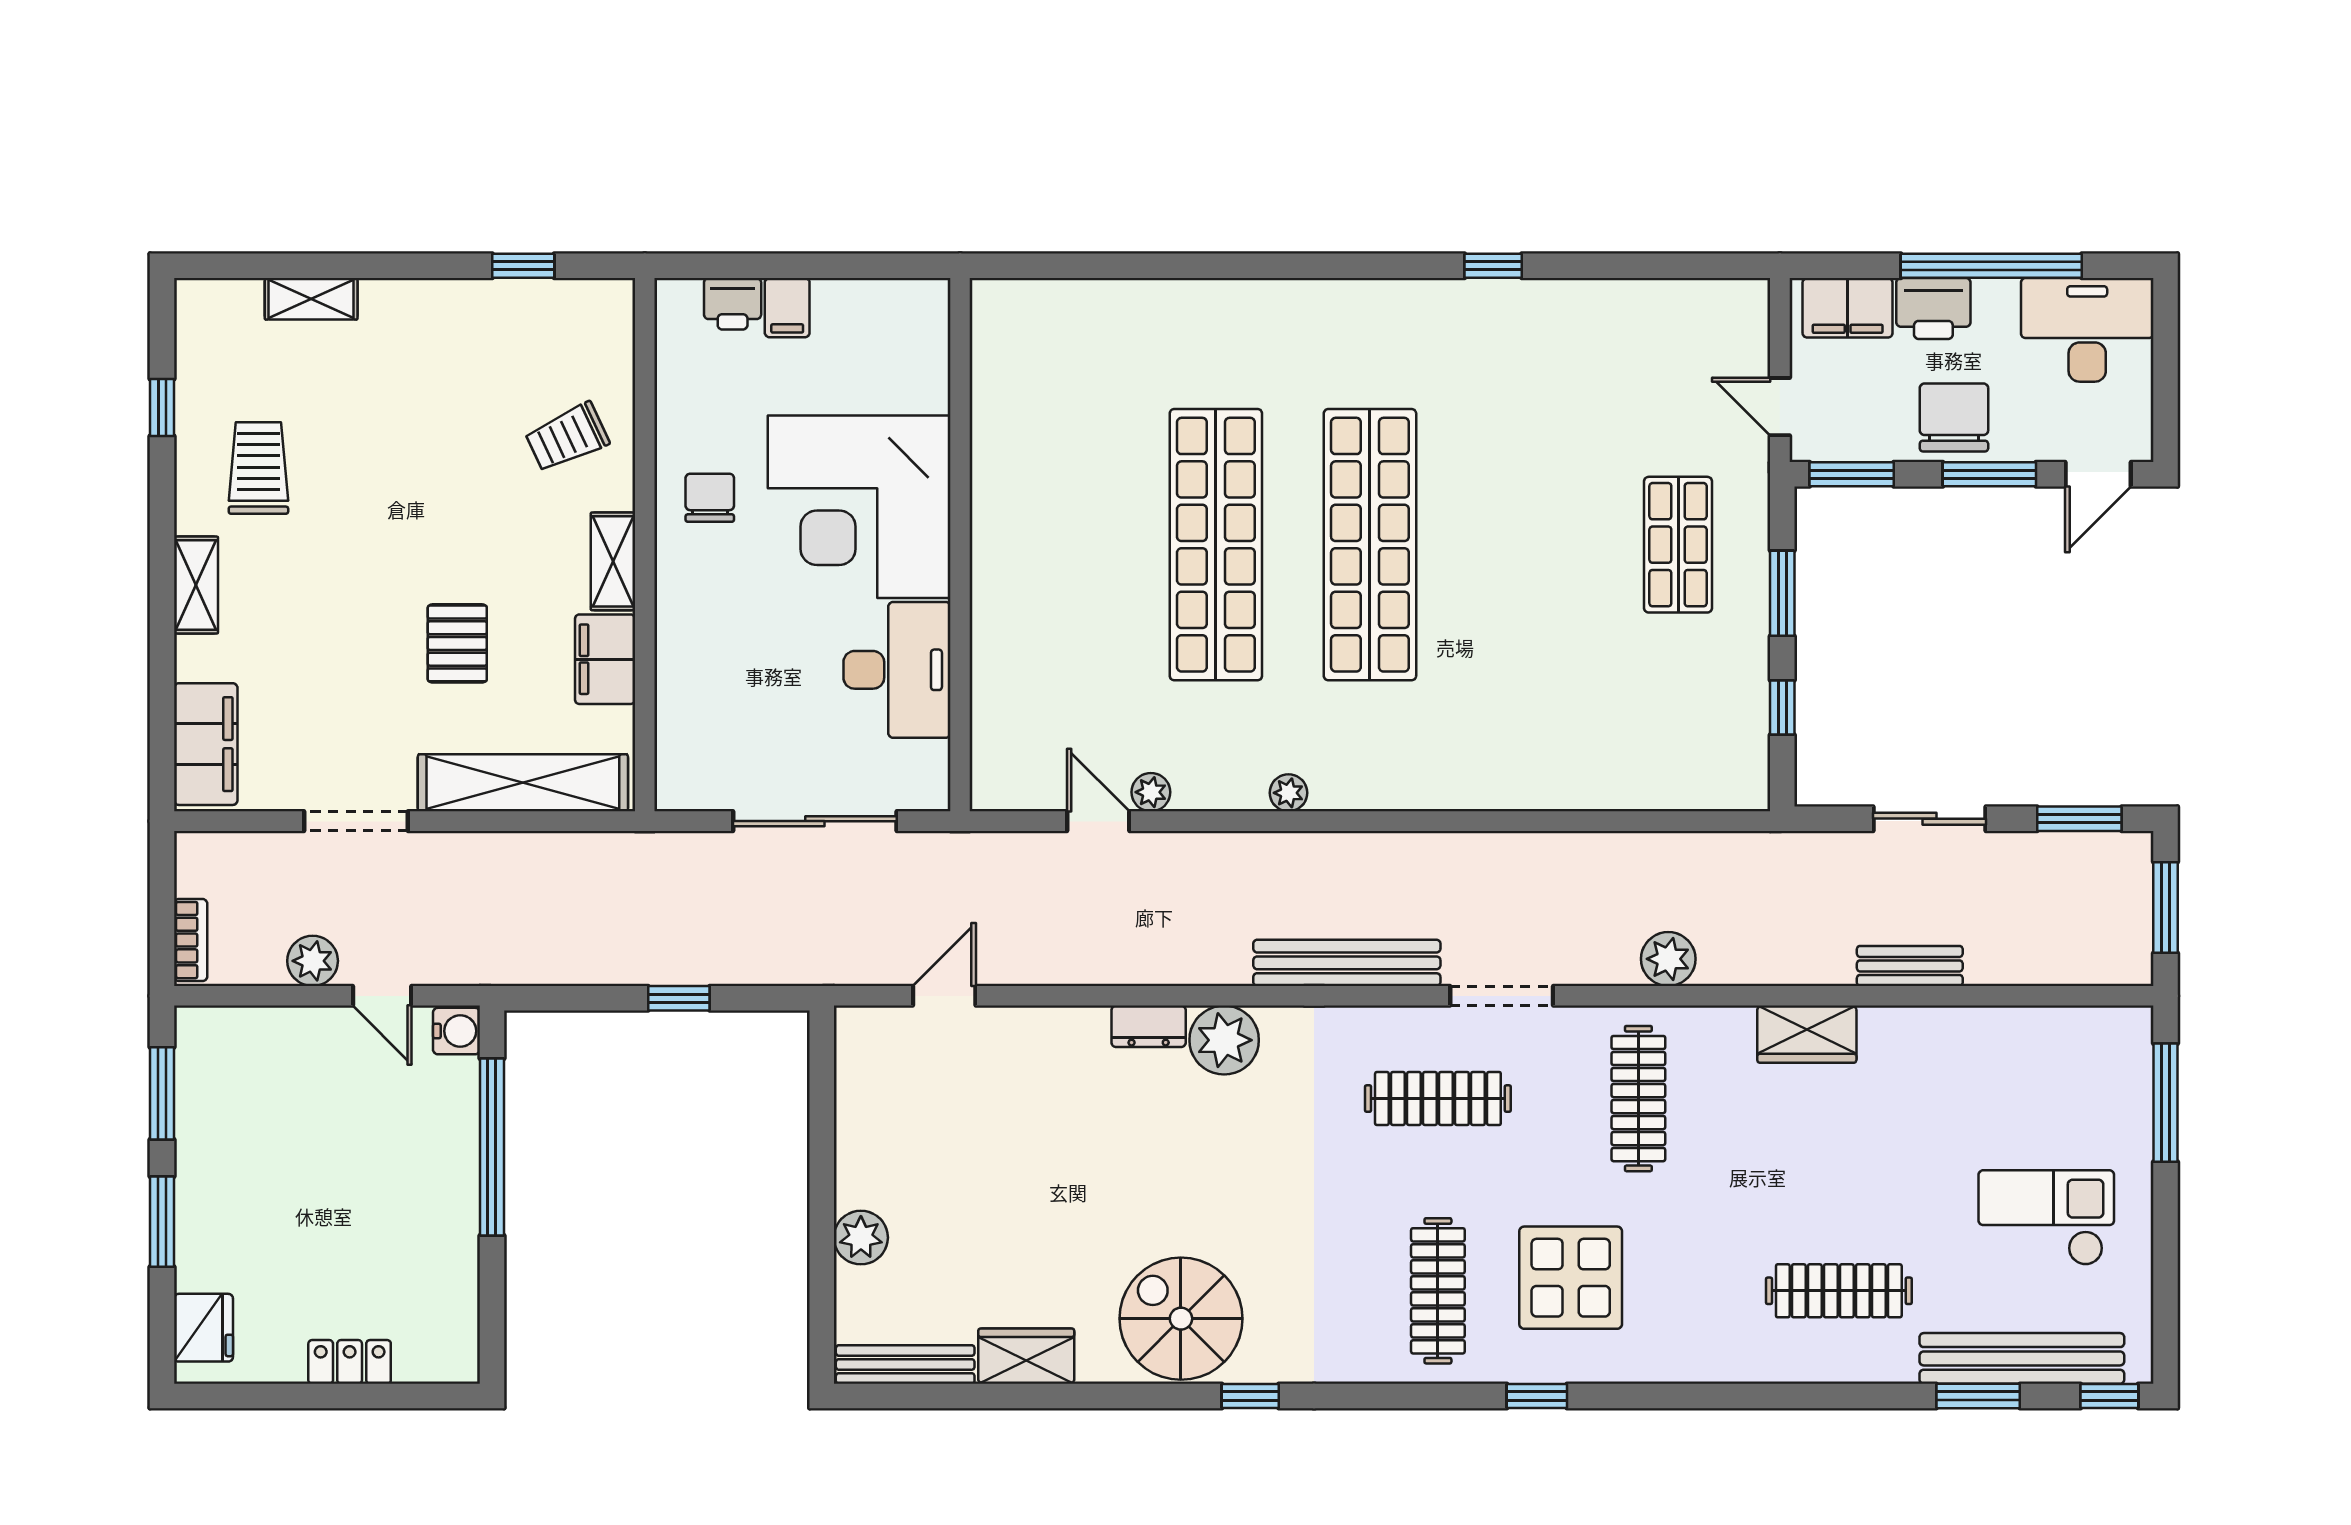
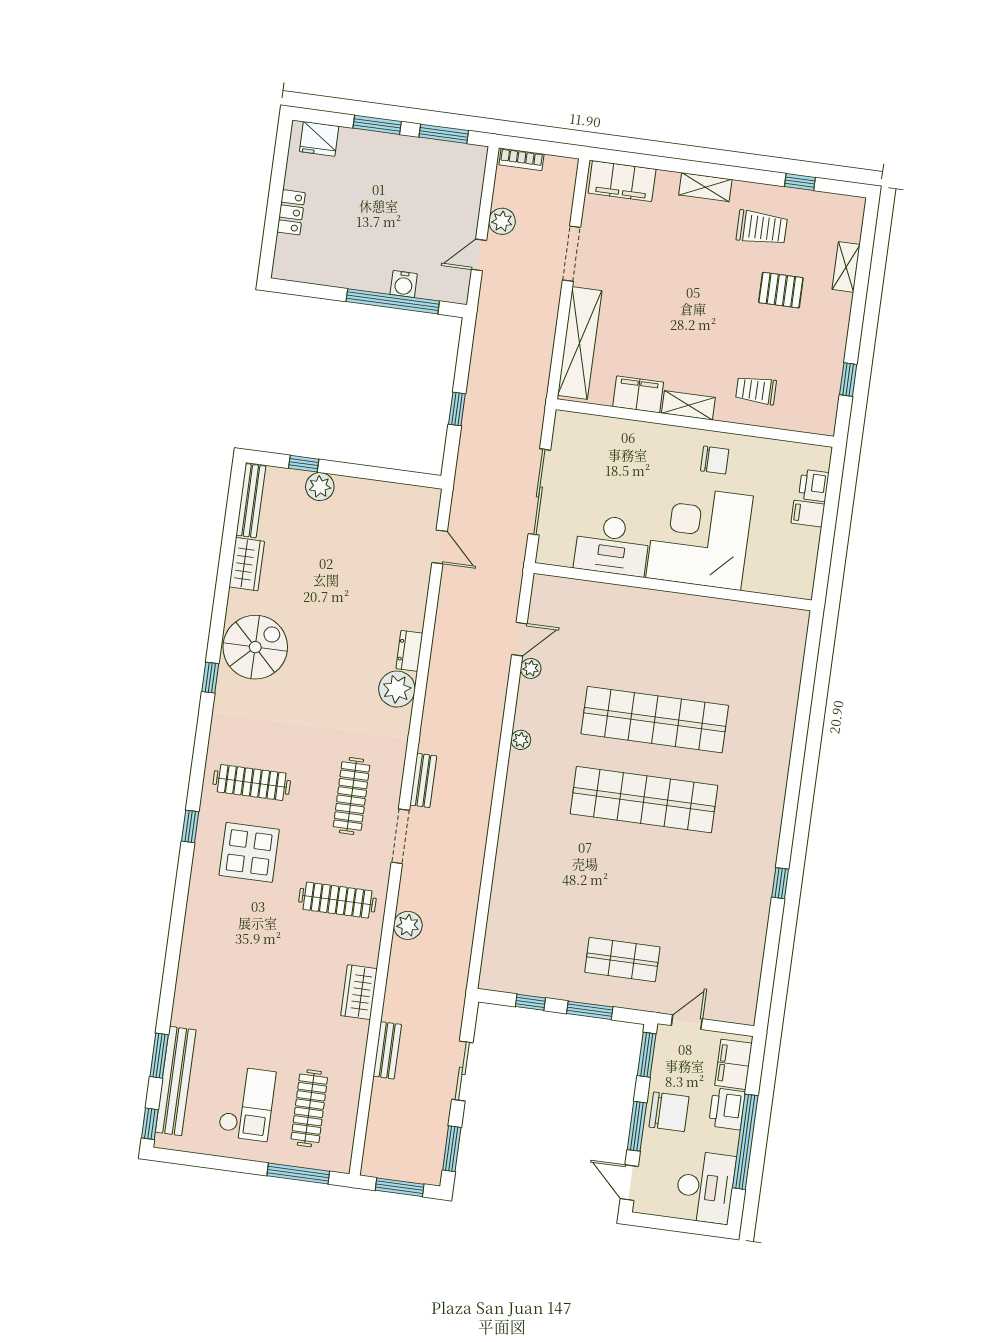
trolley: (567, 437) -> (756, 390), turned -65
pallet: (457, 643) -> (781, 290), moved
bench: (1347, 963) -> (423, 780), width x0.54, depth x0.82
water cooler: (456, 1031) -> (404, 284), moved
window: (822, 1274) -> (304, 464), added
clothes rail: (1839, 1291) -> (309, 1108), moved

